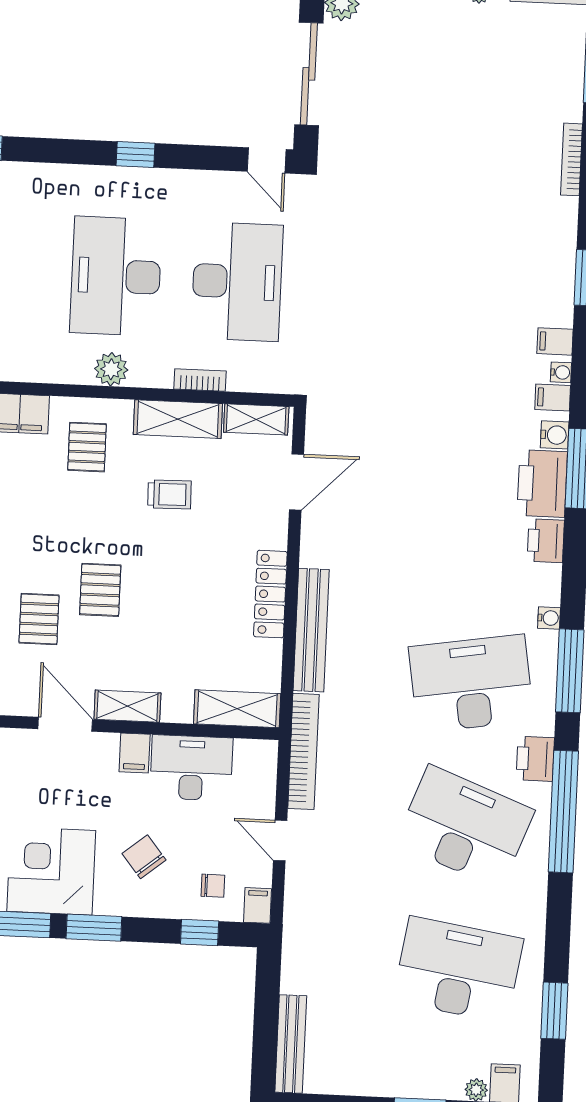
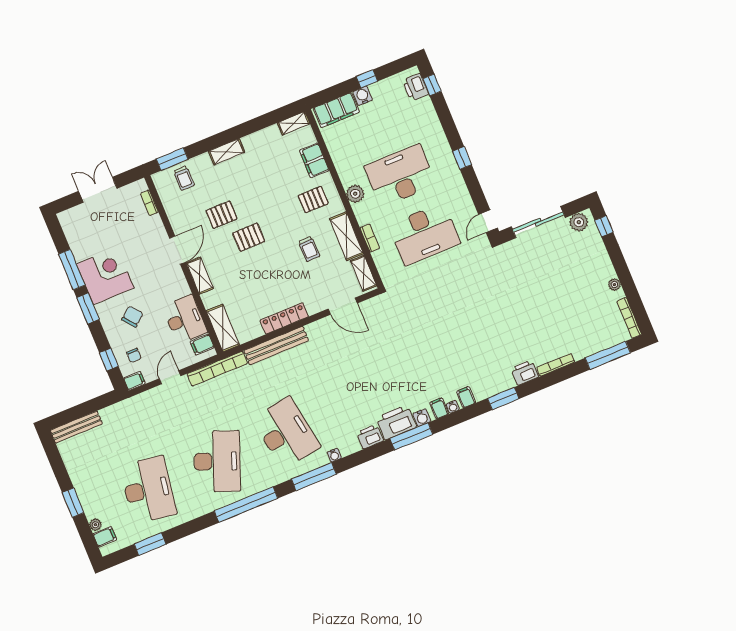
filing cabinet: (135, 753) -> (202, 345), moved
printer: (535, 759) -> (525, 373), moved

